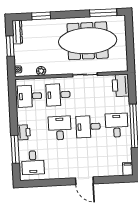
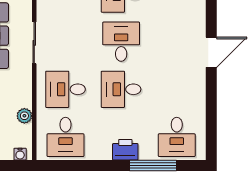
desk: (58, 95) -> (65, 89), turned 90
desk: (88, 127) -> (121, 42), turned 180
desk: (33, 163) -> (177, 137), turned 90

